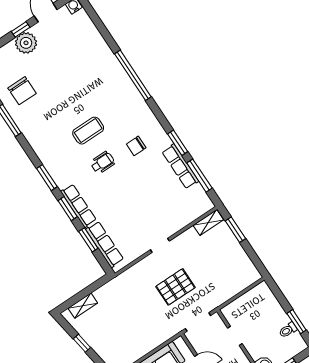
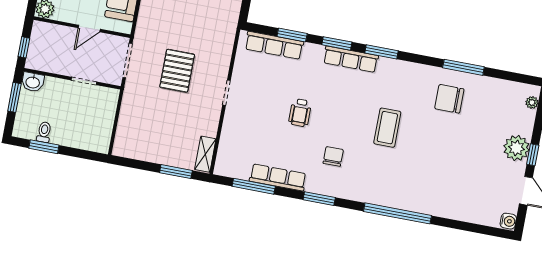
chair: (22, 91) -> (449, 99), moved
window: (178, 143) -> (319, 199), moved
wheelchair: (103, 163) -> (300, 113), moved
row of seats: (78, 206) -> (351, 59), moved

